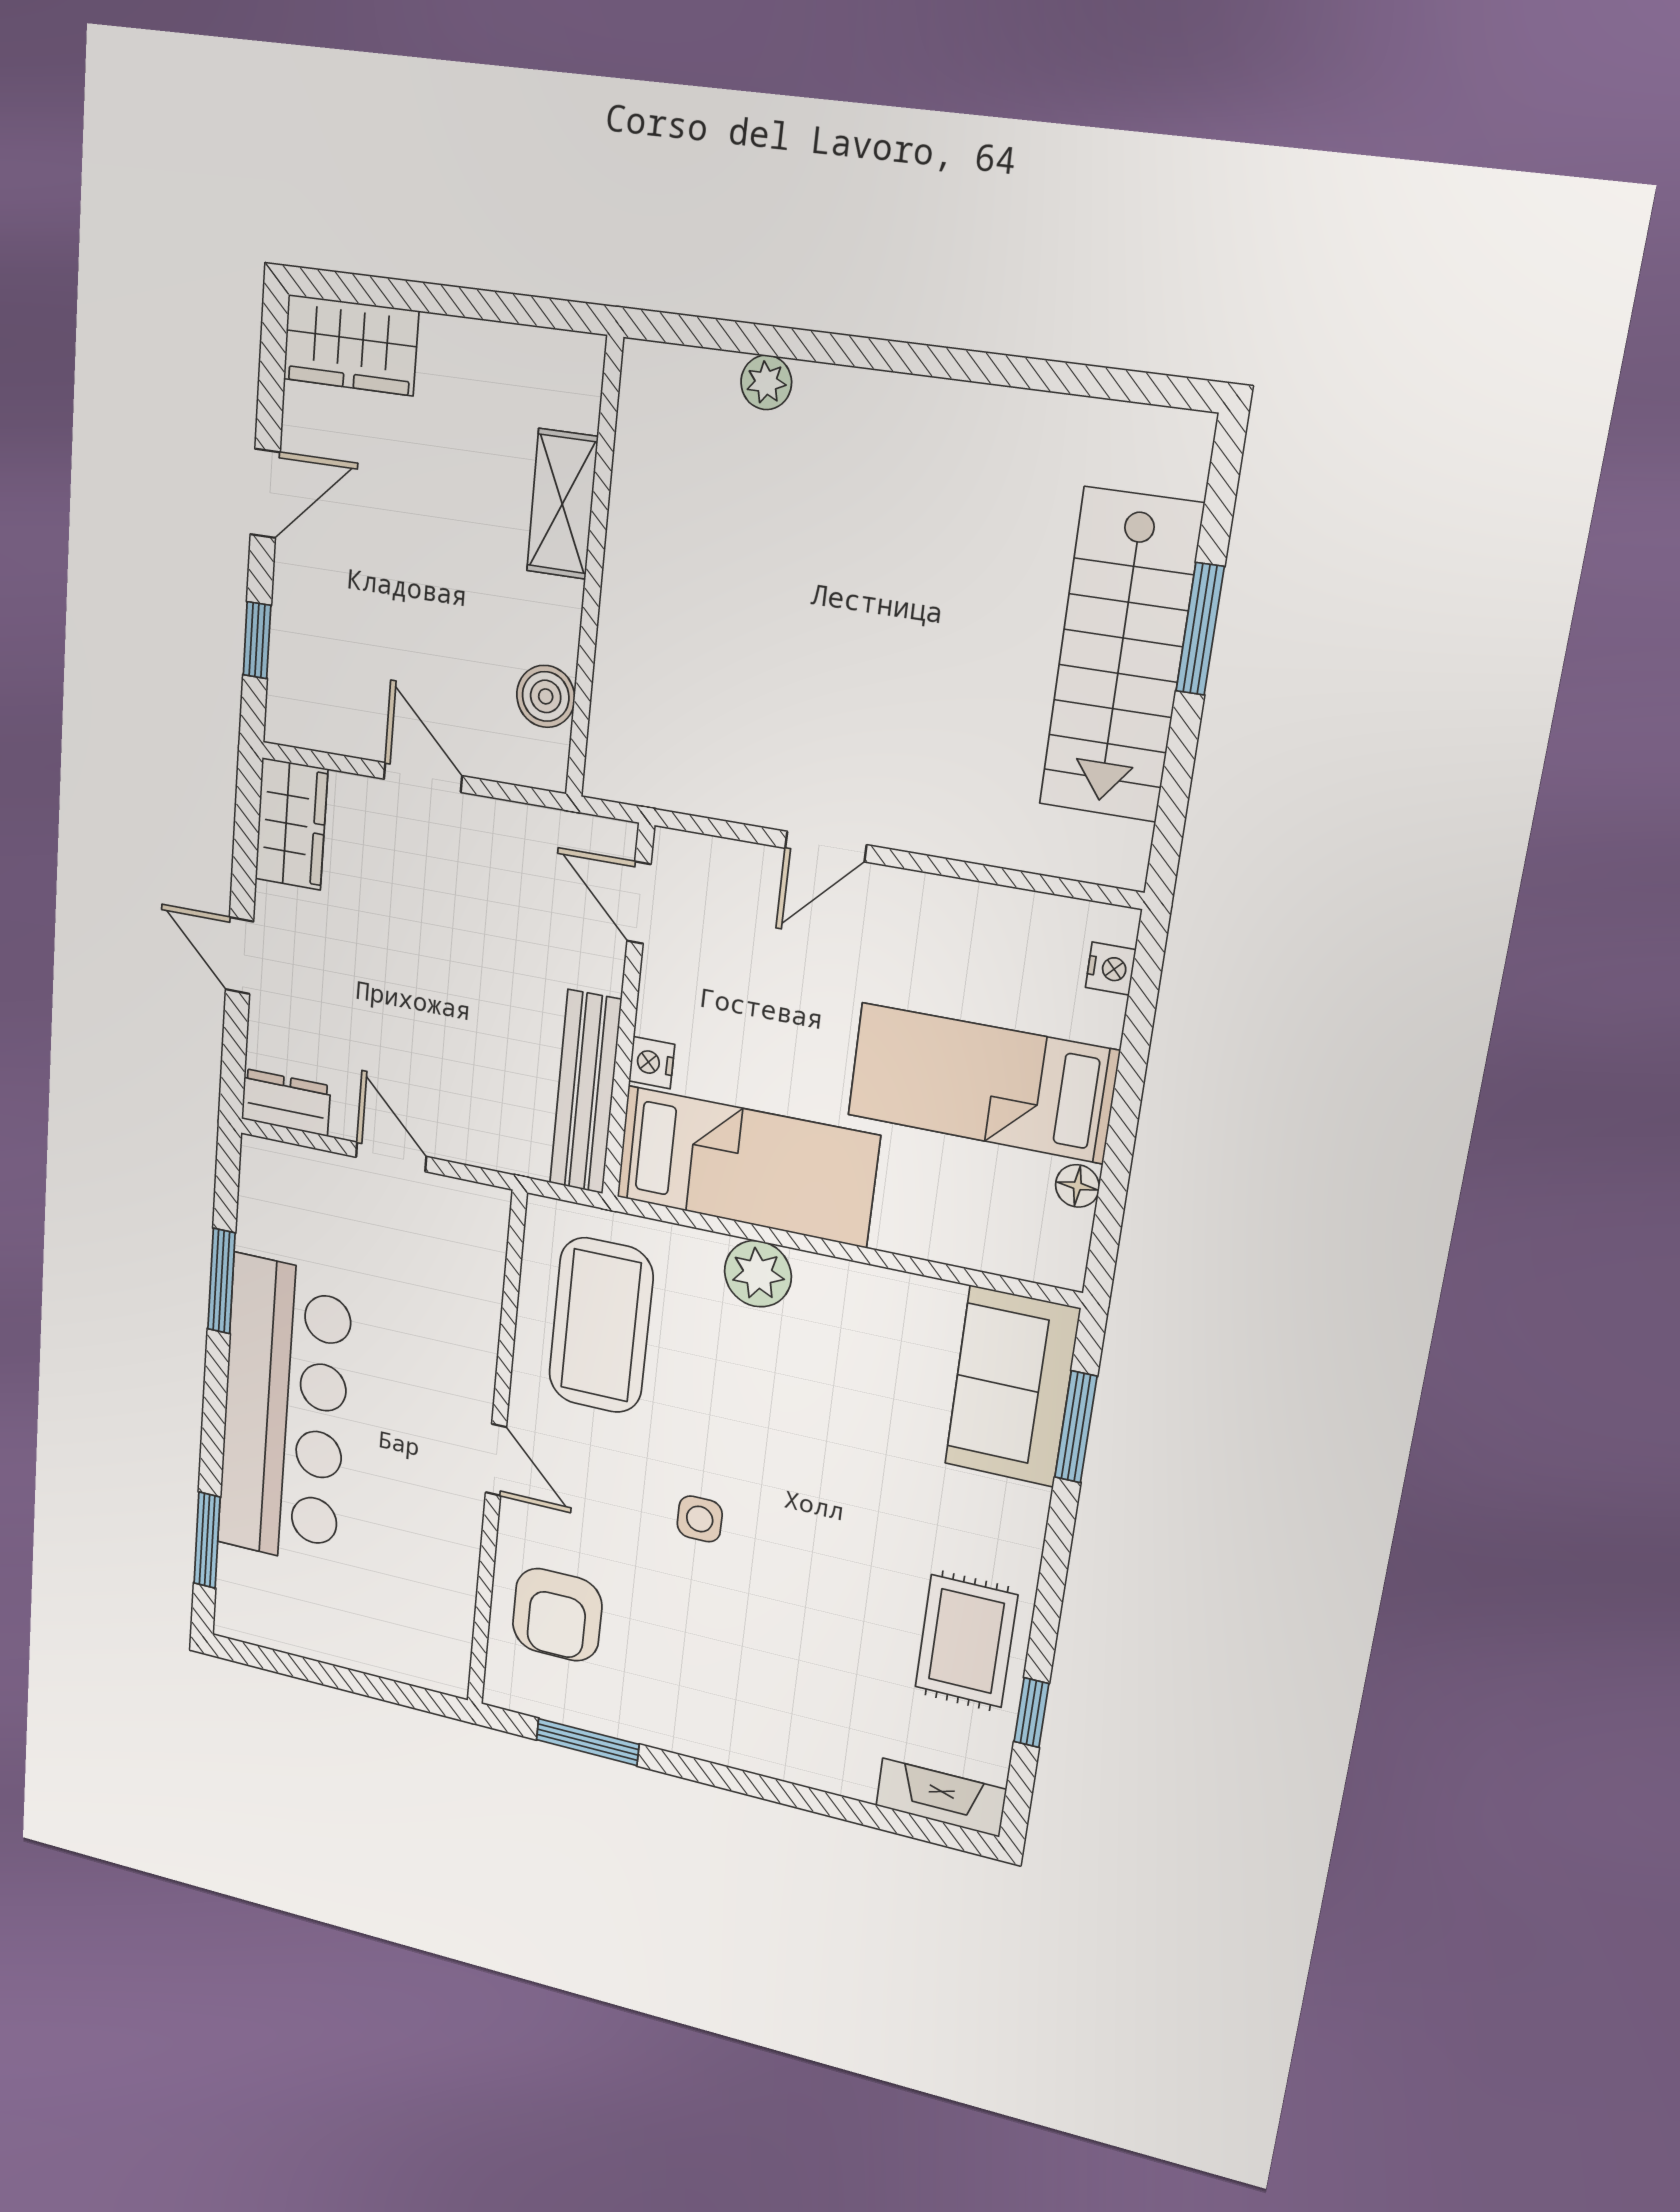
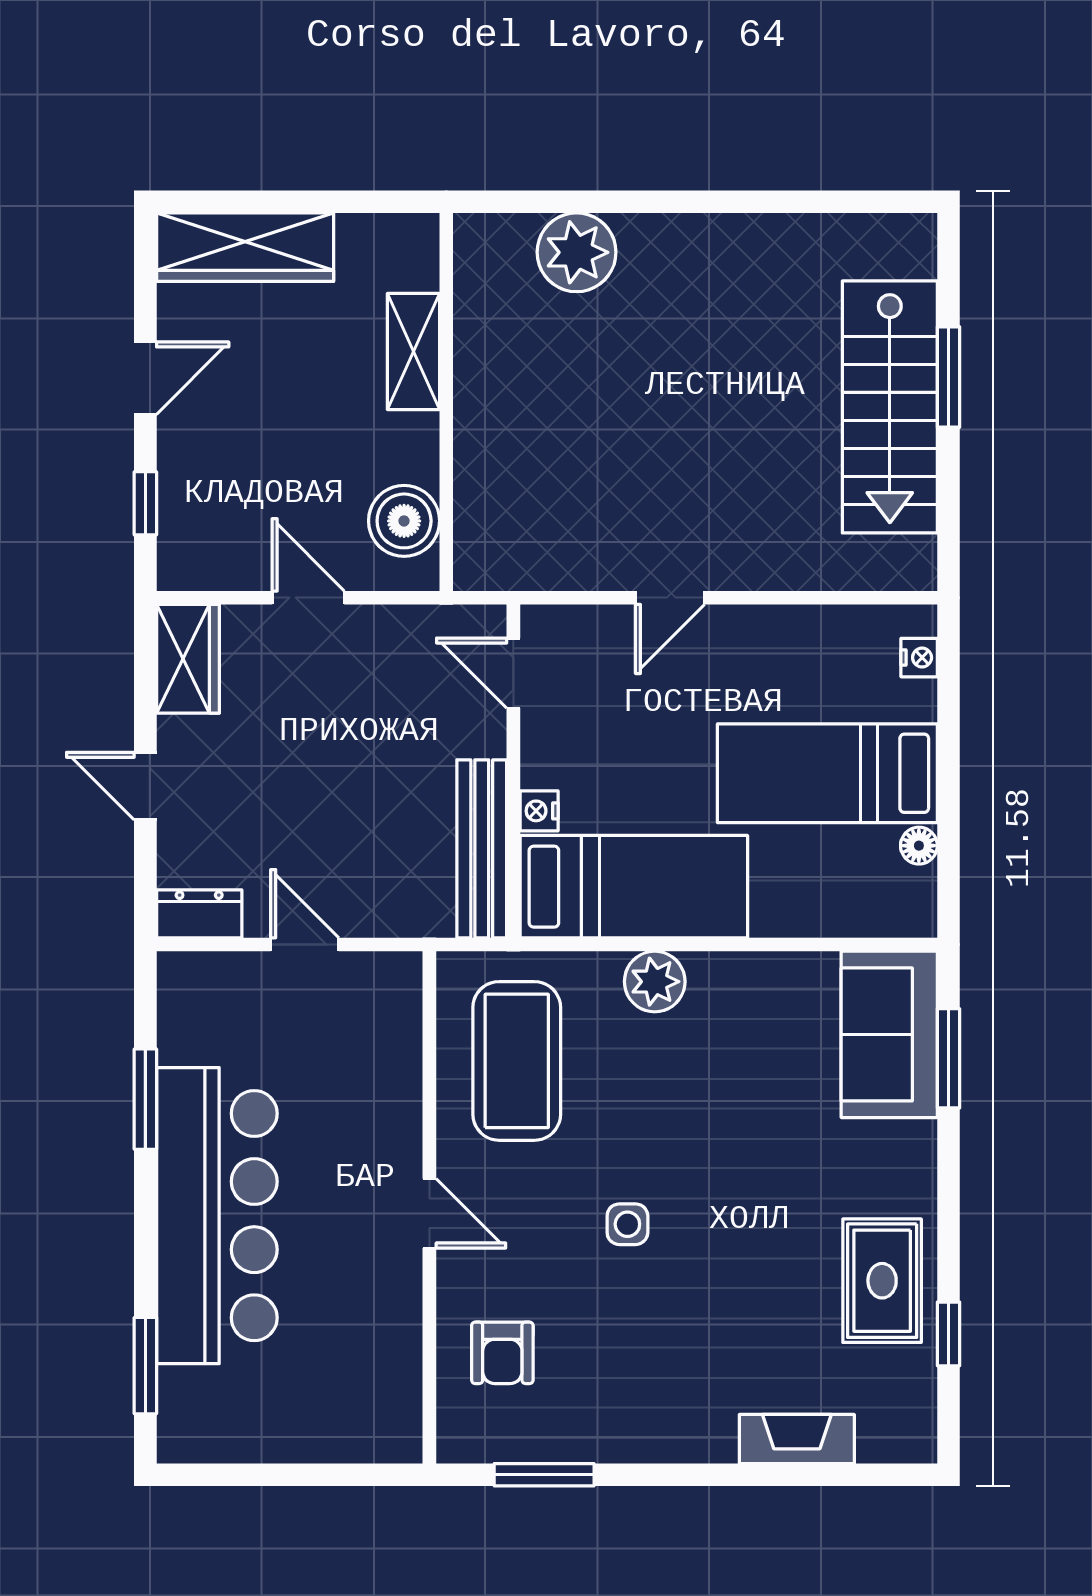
wardrobe: (351, 345) -> (245, 247), width x1.50
plant: (766, 382) -> (577, 252), width x1.88, depth x1.88
boiler: (546, 696) -> (404, 521), width x1.36, depth x1.36
armchair: (557, 1615) -> (502, 1353), width x0.72, depth x0.72
fireplace: (941, 1798) -> (797, 1439), moved

